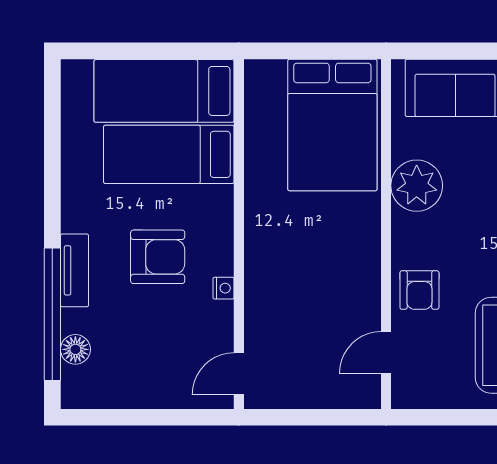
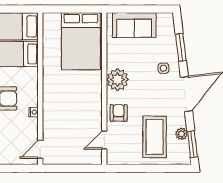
plant: (417, 186) -> (118, 80), moved
armchair: (419, 290) -> (119, 113), turned 180

